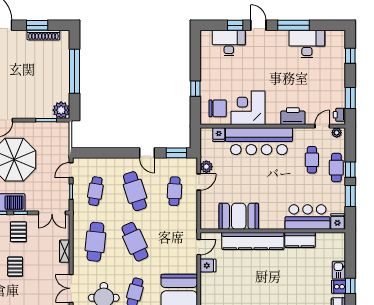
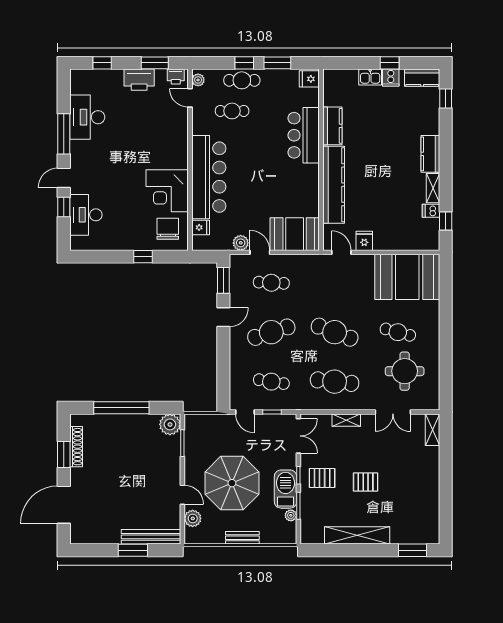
printer: (293, 116) -> (139, 80), moved, turned -90
booth: (239, 216) -> (295, 234), moved, turned 90
bar counter: (308, 217) -> (304, 135), moved
cafe table: (135, 242) -> (335, 332), turned 45

